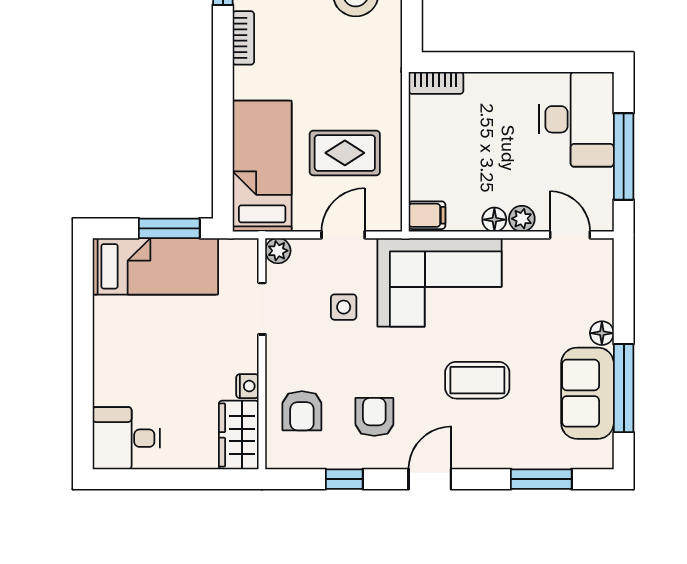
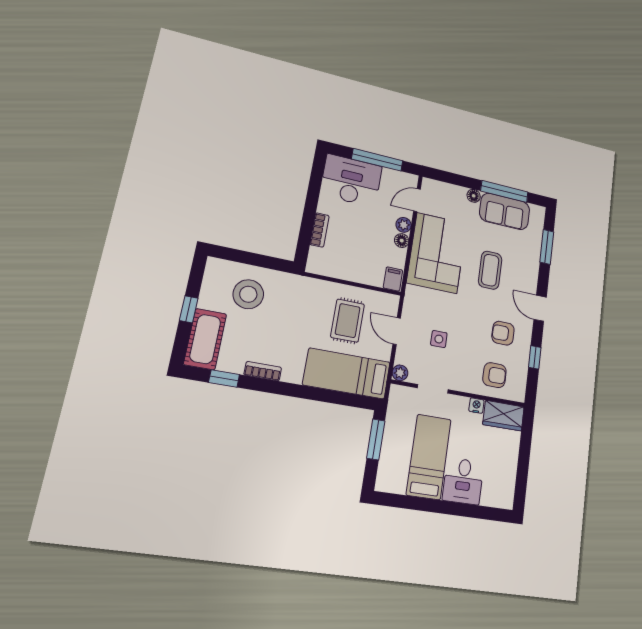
bookcase: (436, 83) -> (319, 230), moved
bed: (155, 266) -> (429, 457), moved
corner sofa: (440, 282) -> (437, 253), moved
desk: (126, 438) -> (463, 481), moved

